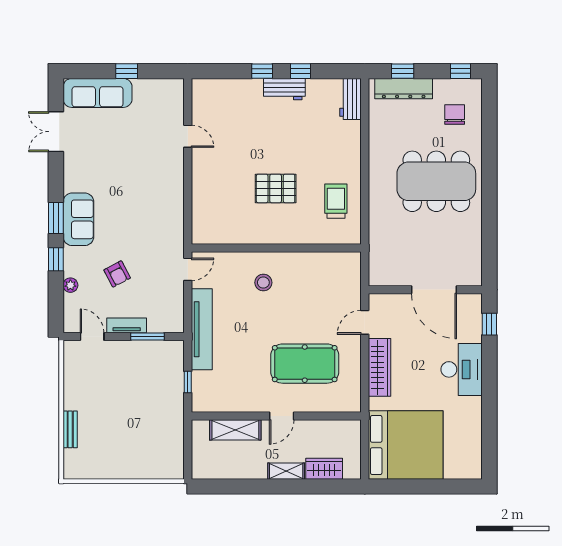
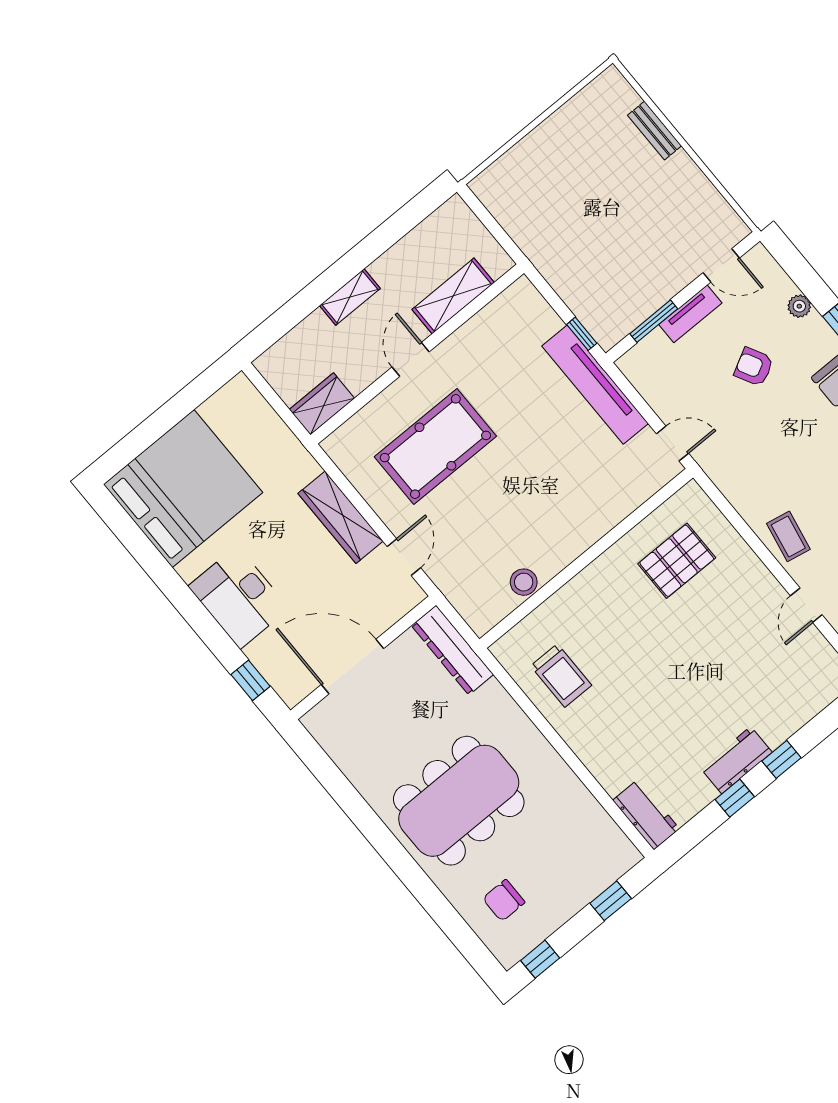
dresser: (404, 89) -> (452, 650), moved, turned -90
chair: (455, 114) -> (504, 900), turned 90
door: (188, 136) -> (806, 605), hinge flipped
coffee table: (169, 177) -> (788, 536), added
pallet: (276, 188) -> (677, 561), moved
door: (188, 269) -> (672, 443), swing flipped
stool: (263, 283) -> (524, 582), moved
window: (188, 382) -> (582, 334), moved
bed: (406, 445) -> (183, 489), moved, turned 180
wardrobe: (324, 469) -> (322, 404), moved, turned 180

